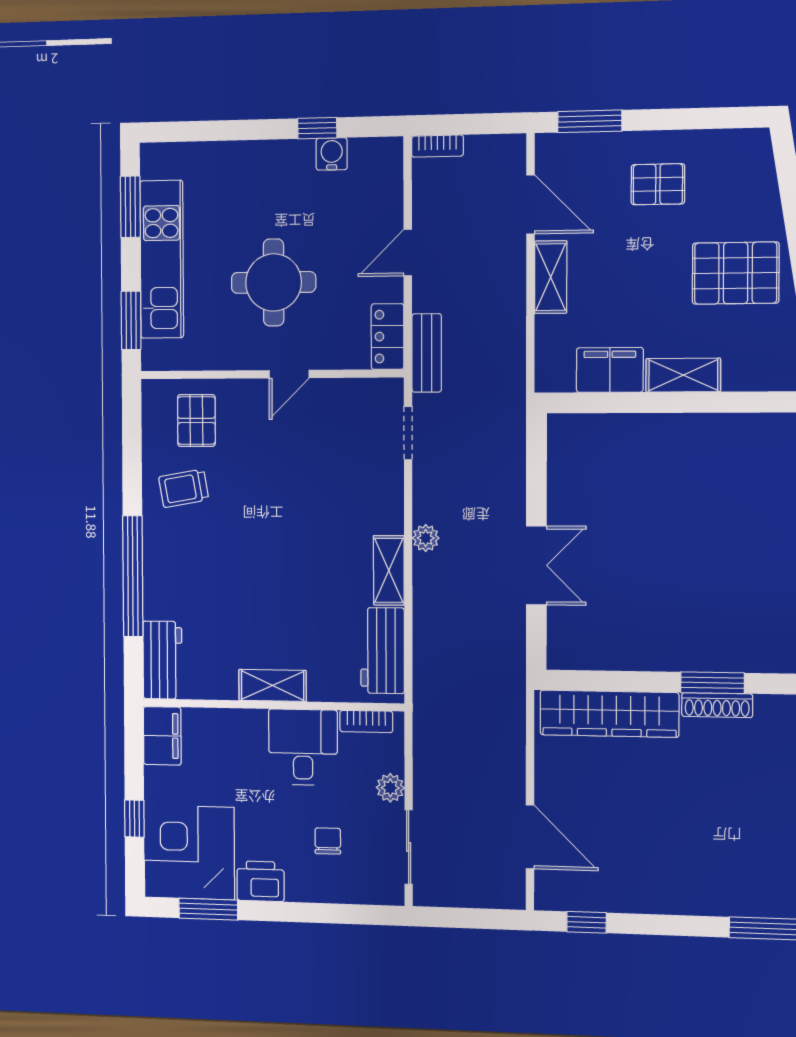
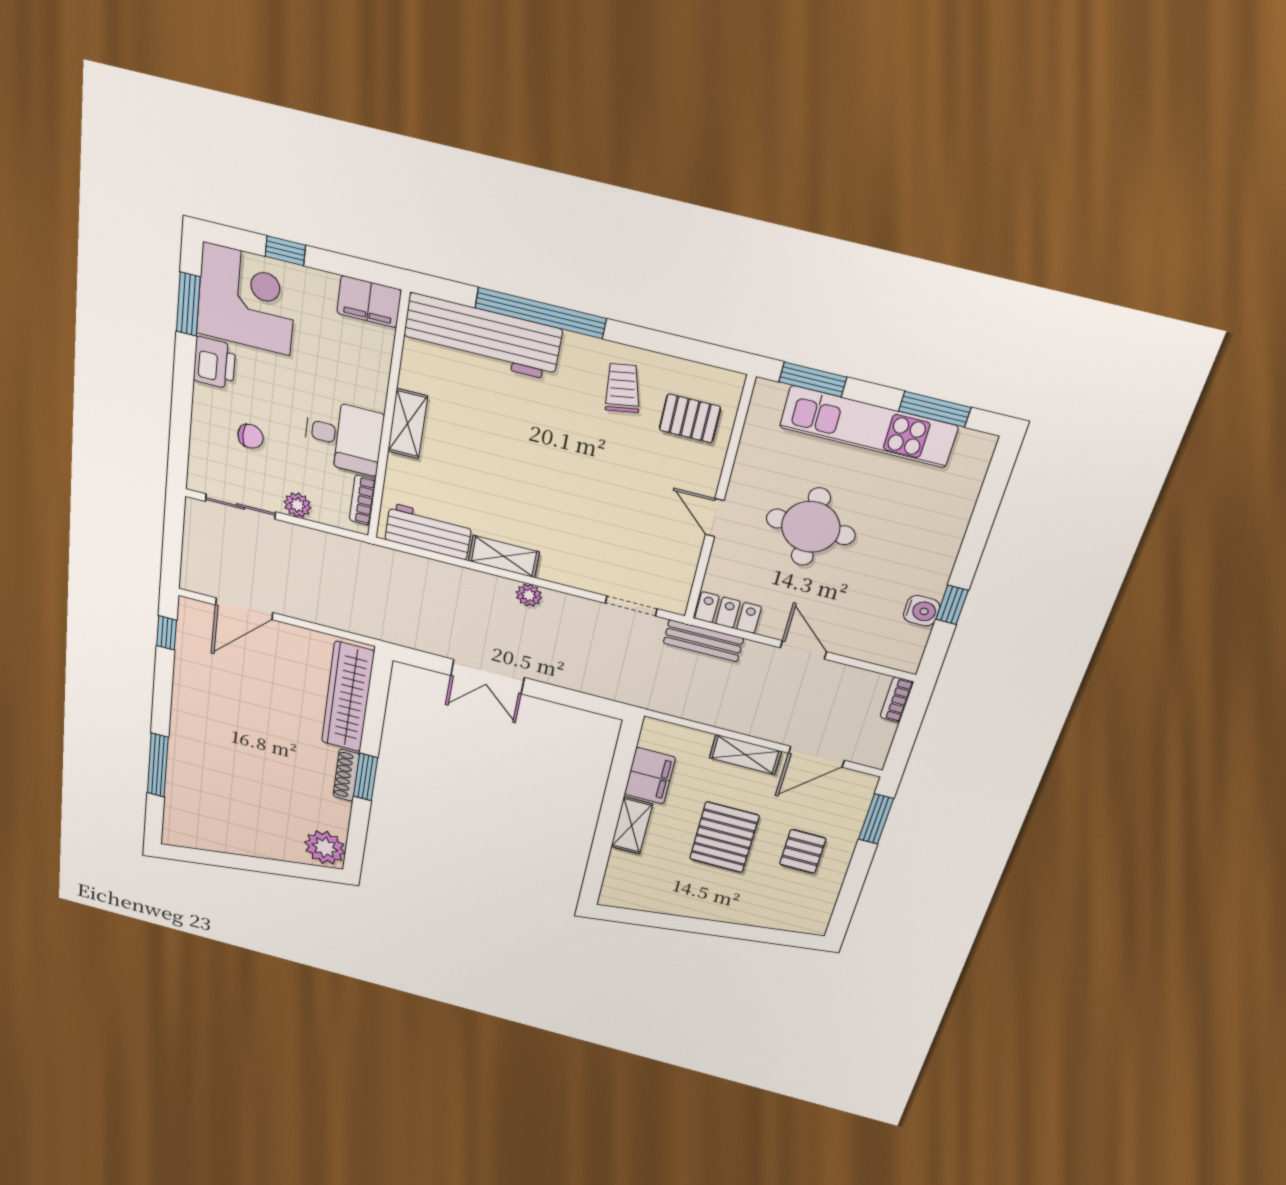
pallet: (736, 273) -> (724, 837), moved
workbench: (162, 660) -> (482, 337), width x1.88, depth x1.32

